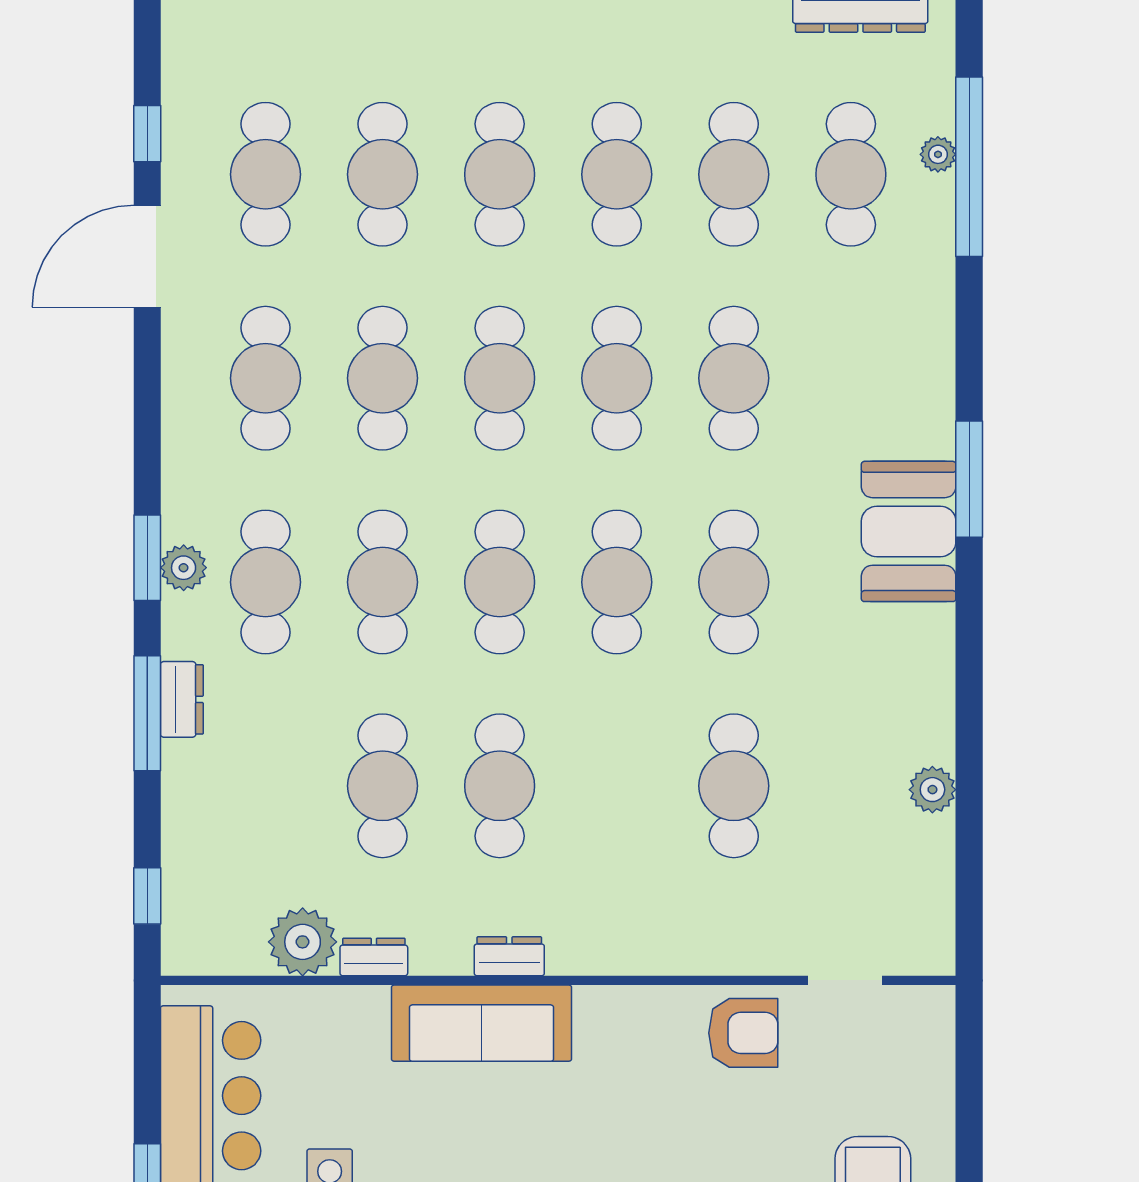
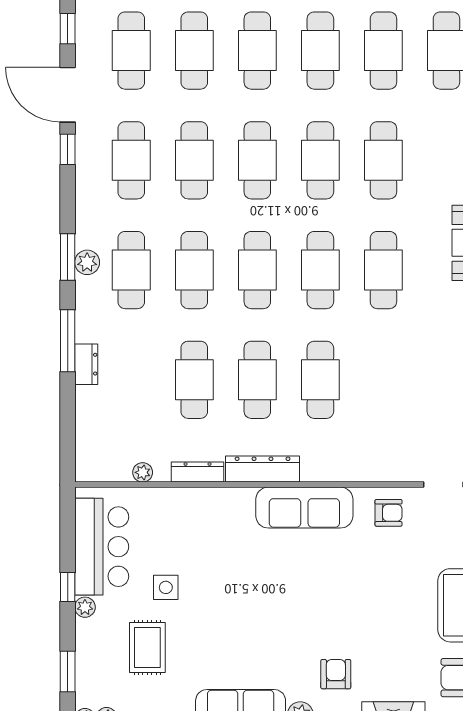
door: (147, 256) -> (68, 95), hinge flipped
dresser: (182, 699) -> (86, 364), moved
cafe table: (734, 786) -> (320, 380), moved
window: (147, 896) -> (68, 149), moved
plant: (303, 942) -> (143, 472), width x0.53, depth x0.53
dresser: (509, 956) -> (263, 469), width x1.96, depth x1.24
dresser: (374, 957) -> (198, 472), width x1.44
sofa: (481, 1023) -> (304, 508), moved
armchair: (743, 1033) -> (388, 513), width x0.72, depth x0.72

